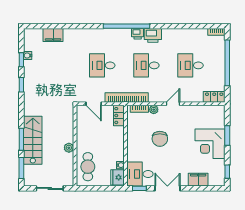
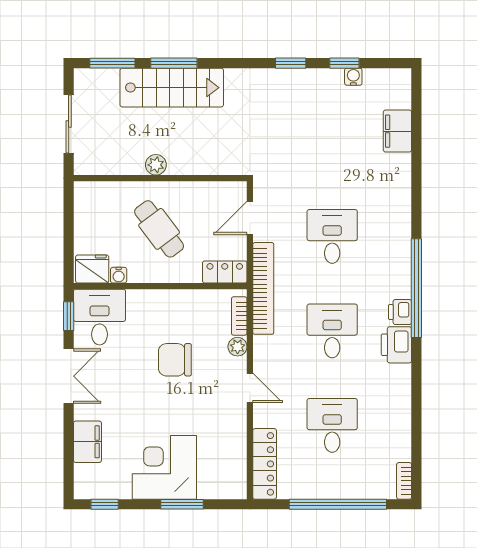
locker: (214, 97) -> (265, 464), width x1.53
cafe table: (88, 167) -> (159, 229), moved, turned 53

